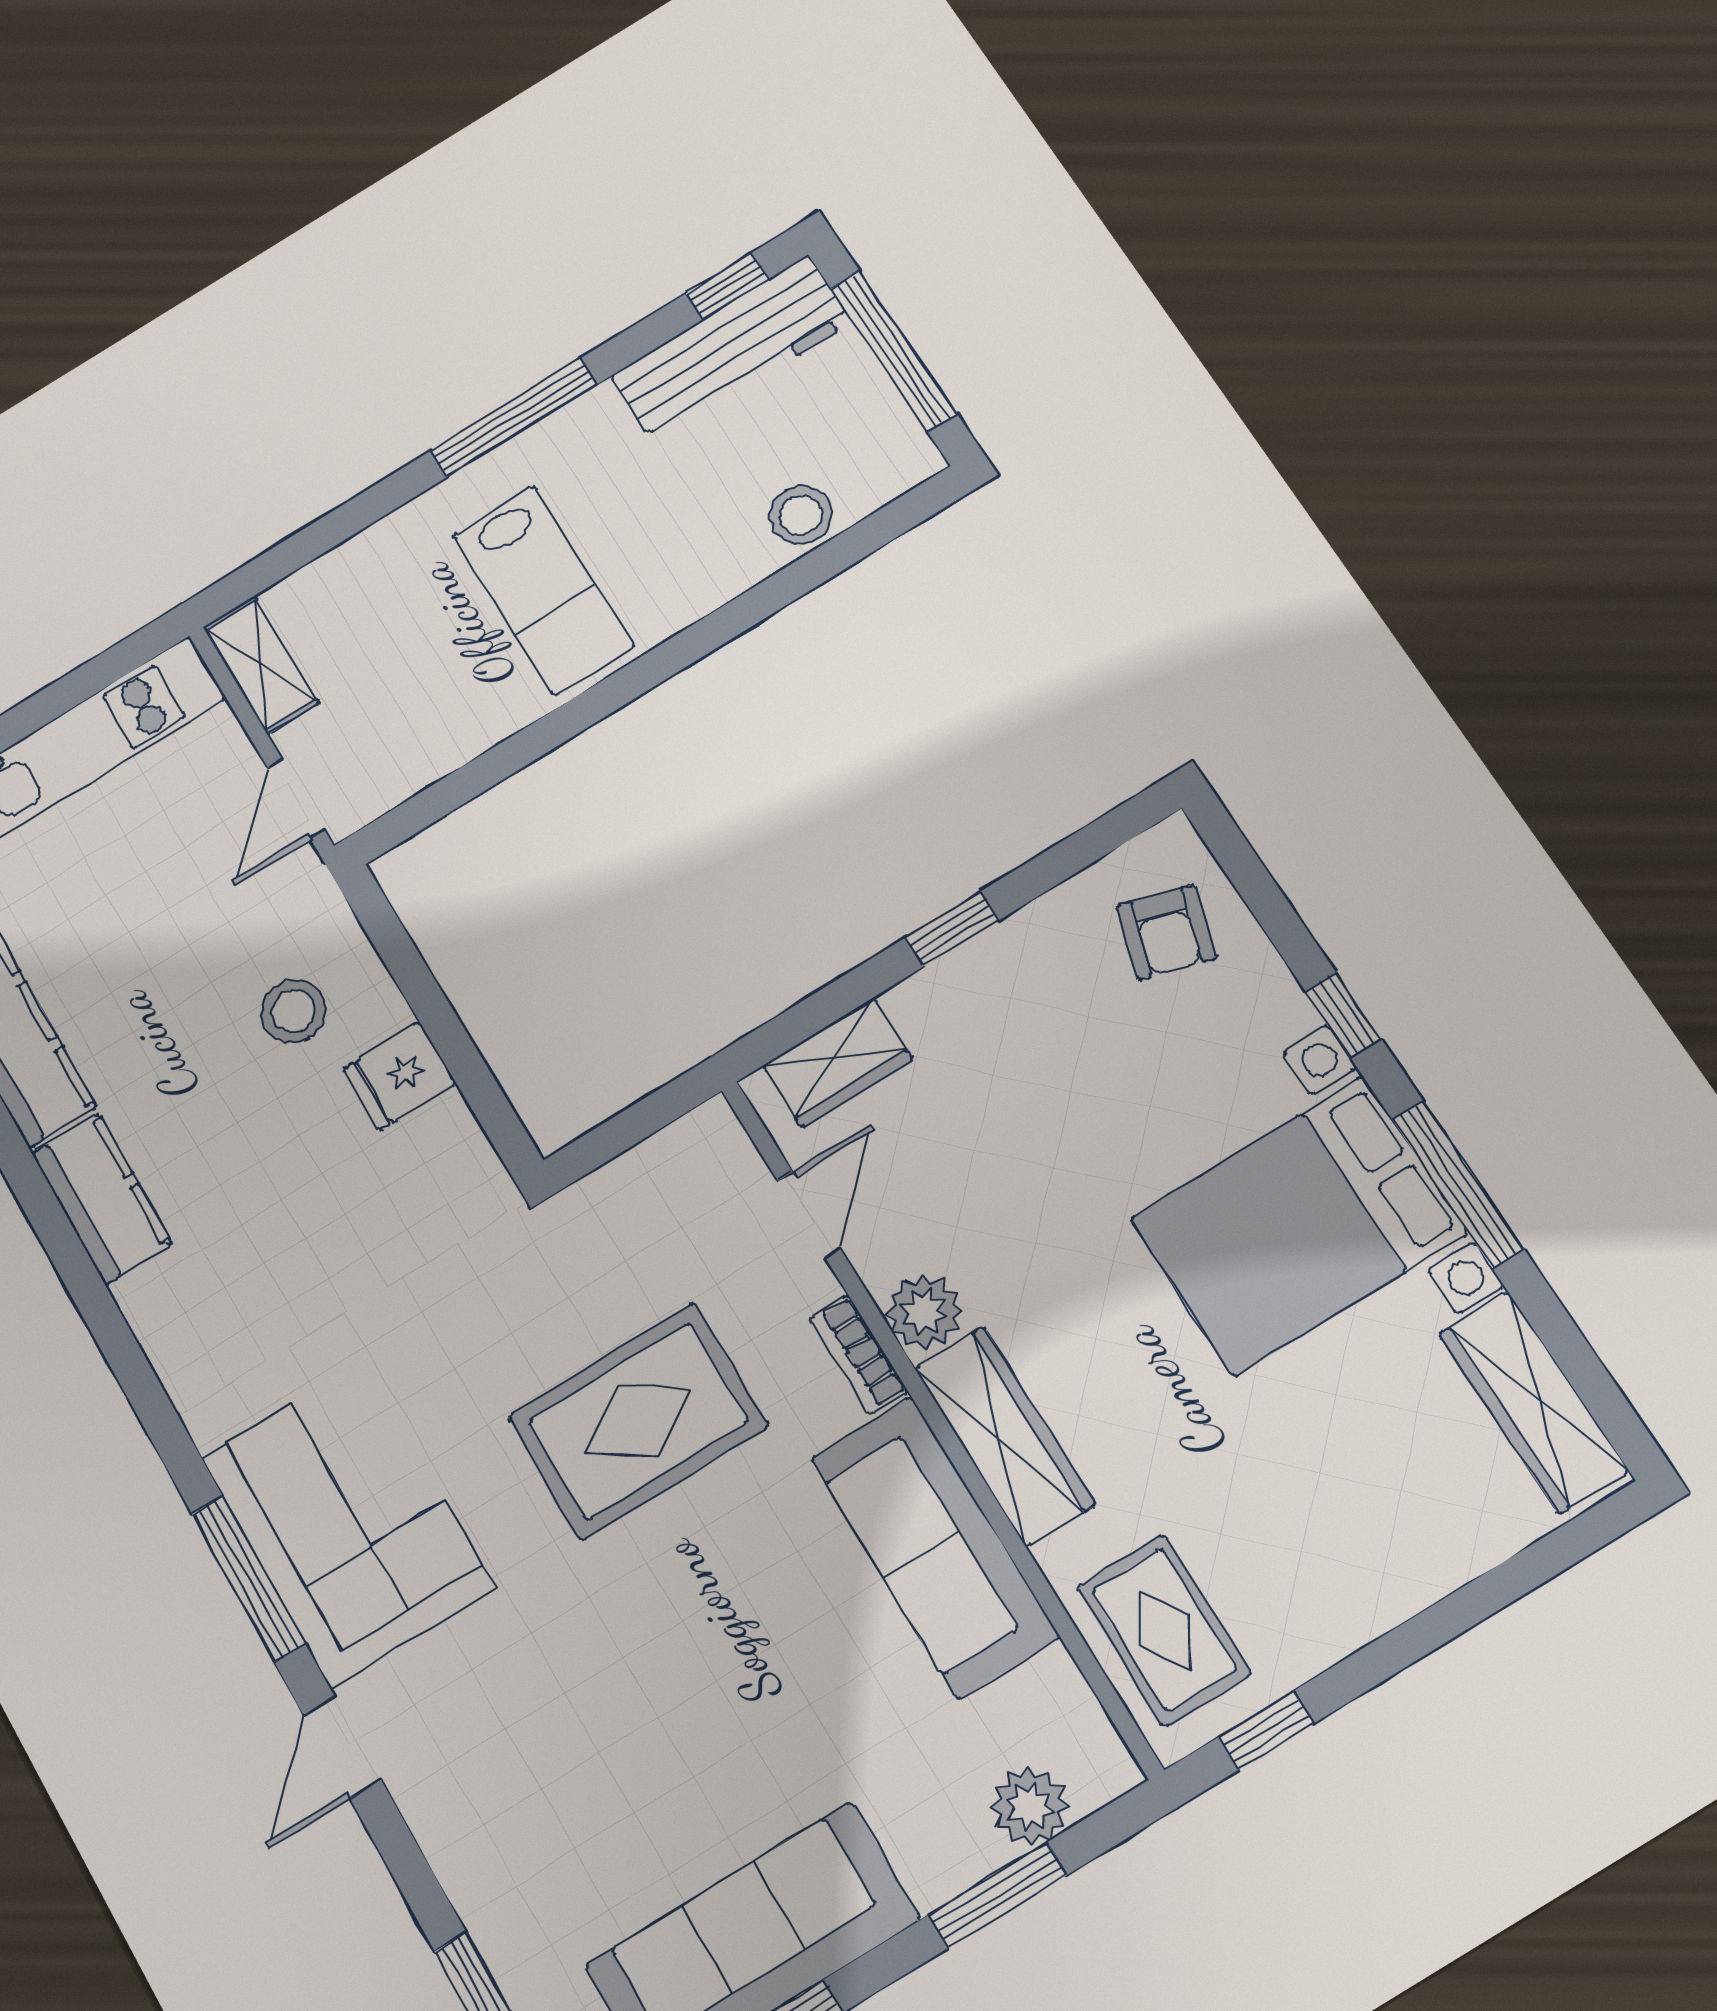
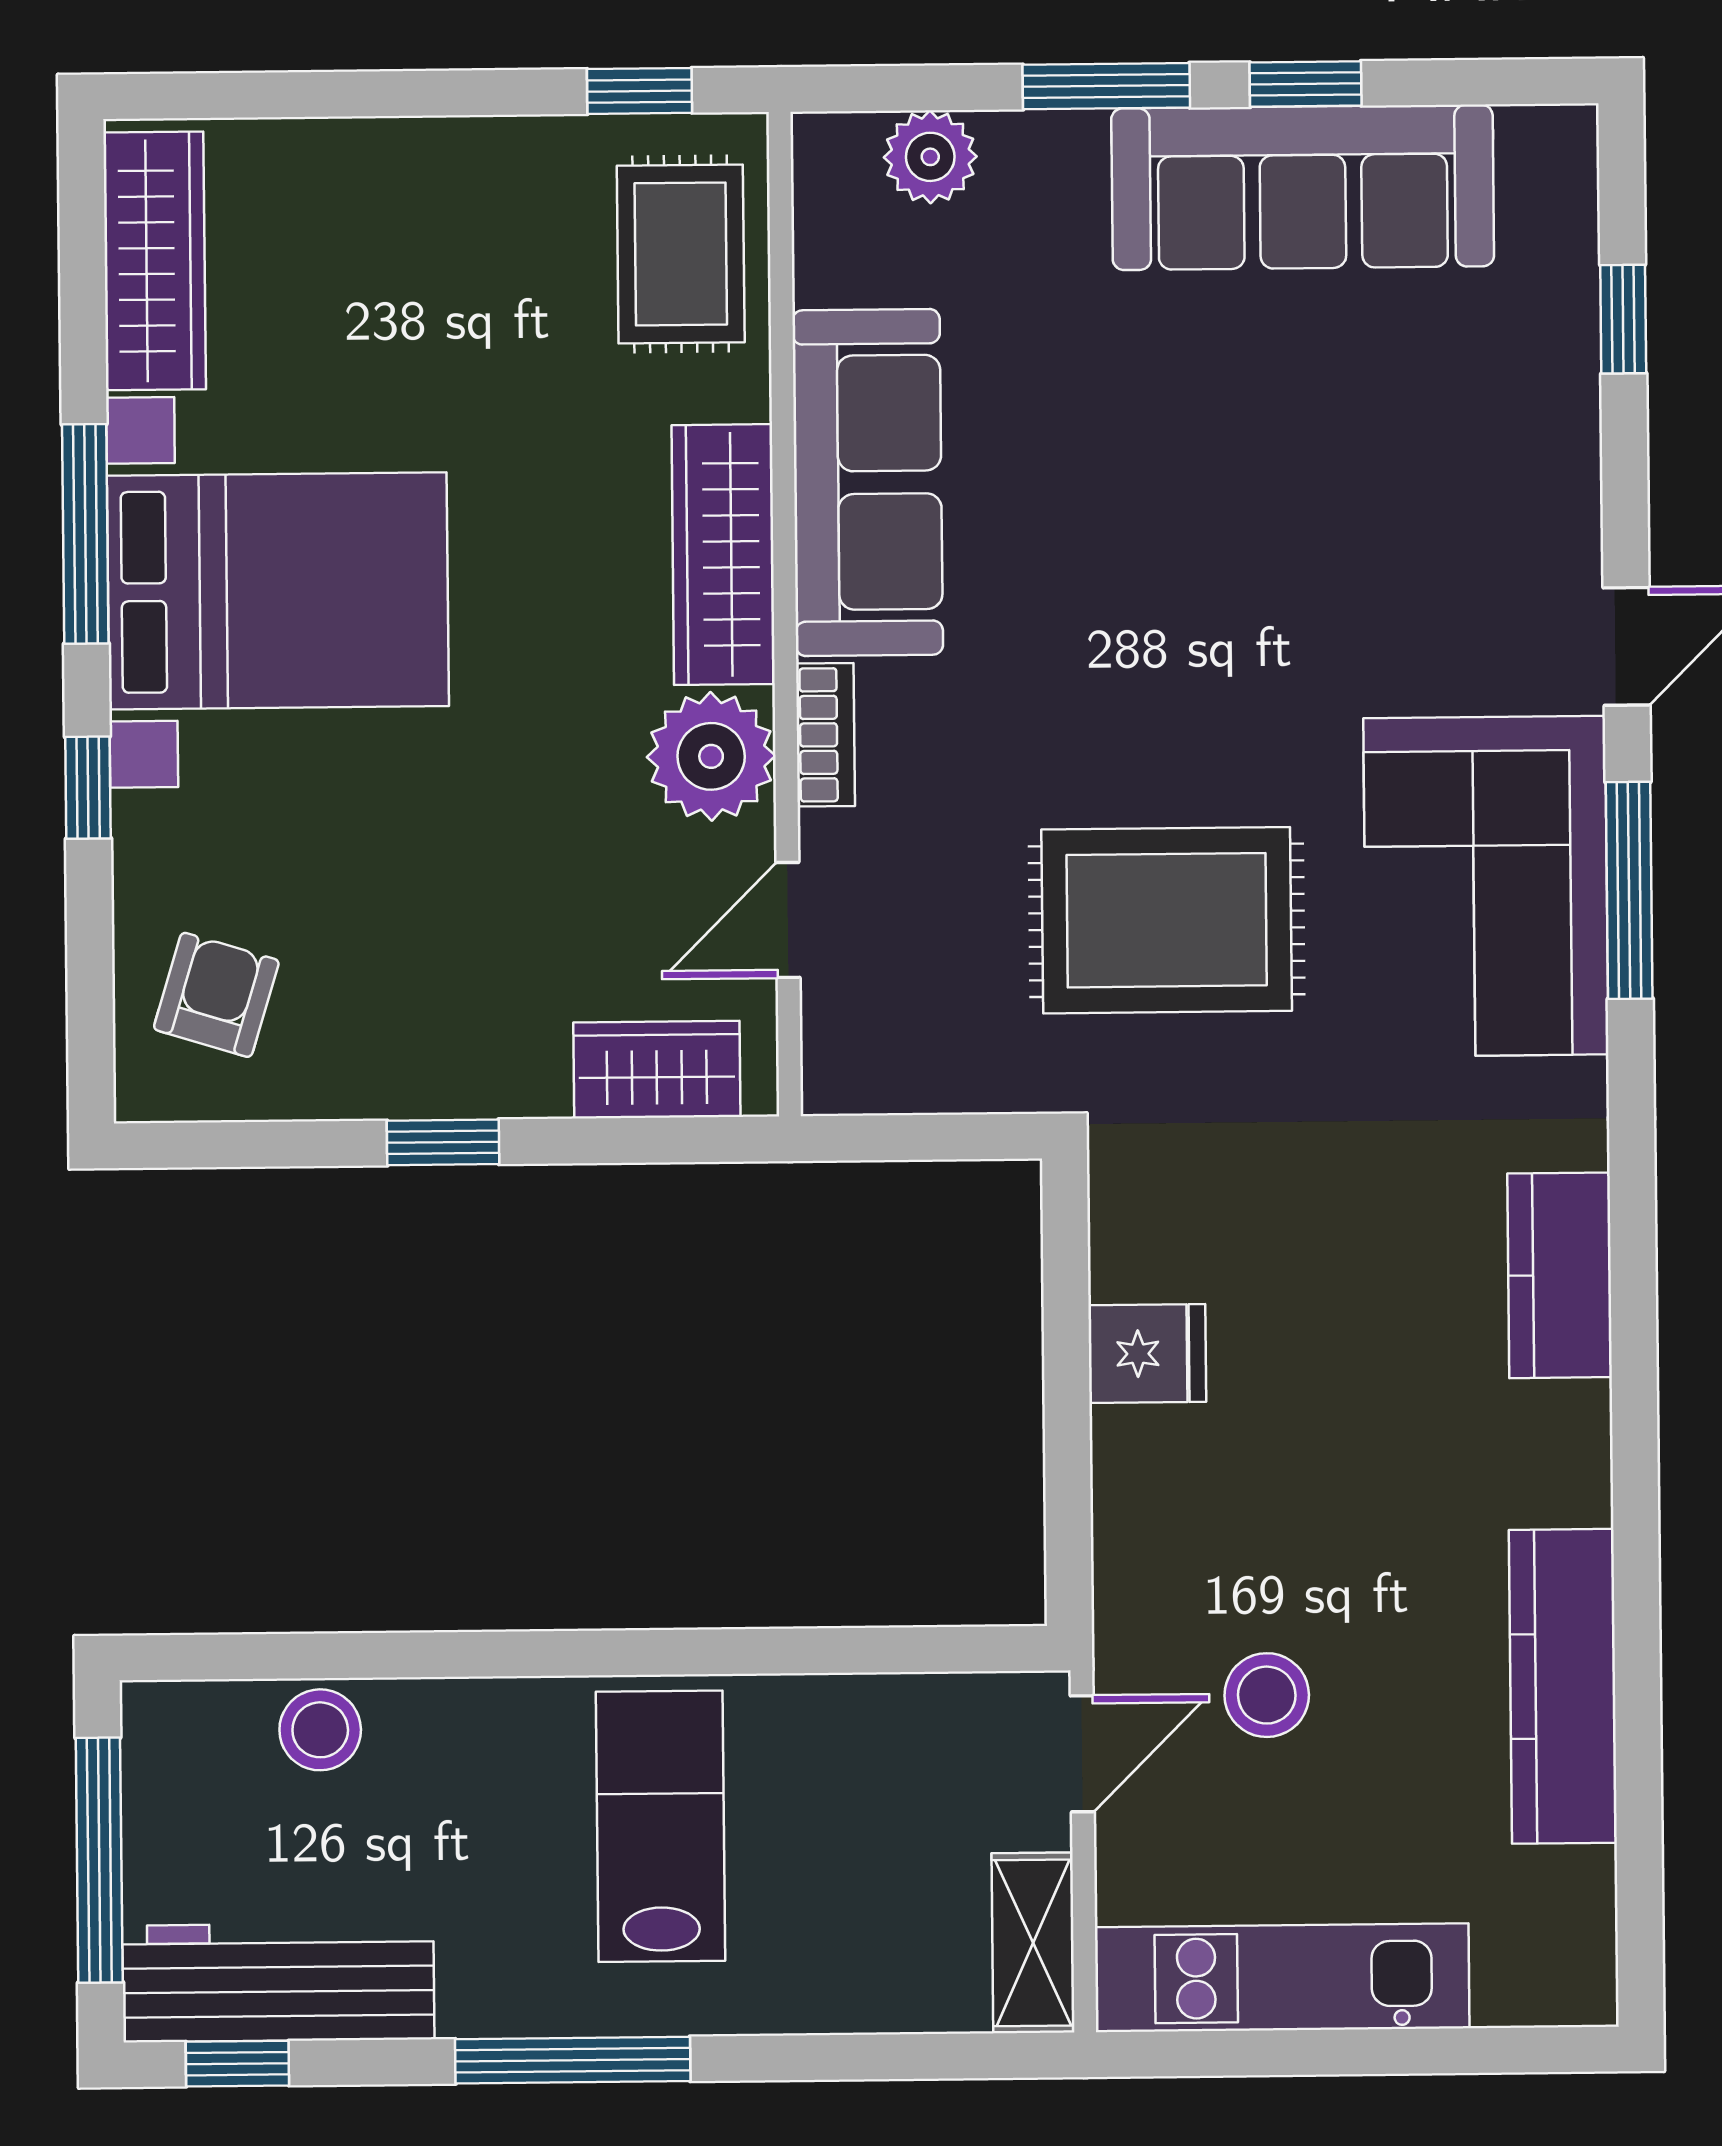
stool: (294, 1011) -> (1267, 1695), moved
kitchen counter: (102, 1198) -> (1560, 1275), moved
plant: (924, 1312) -> (711, 756), width x1.36, depth x1.36
rug: (638, 1421) -> (1167, 920), moved
window: (998, 1895) -> (1106, 86), moved

